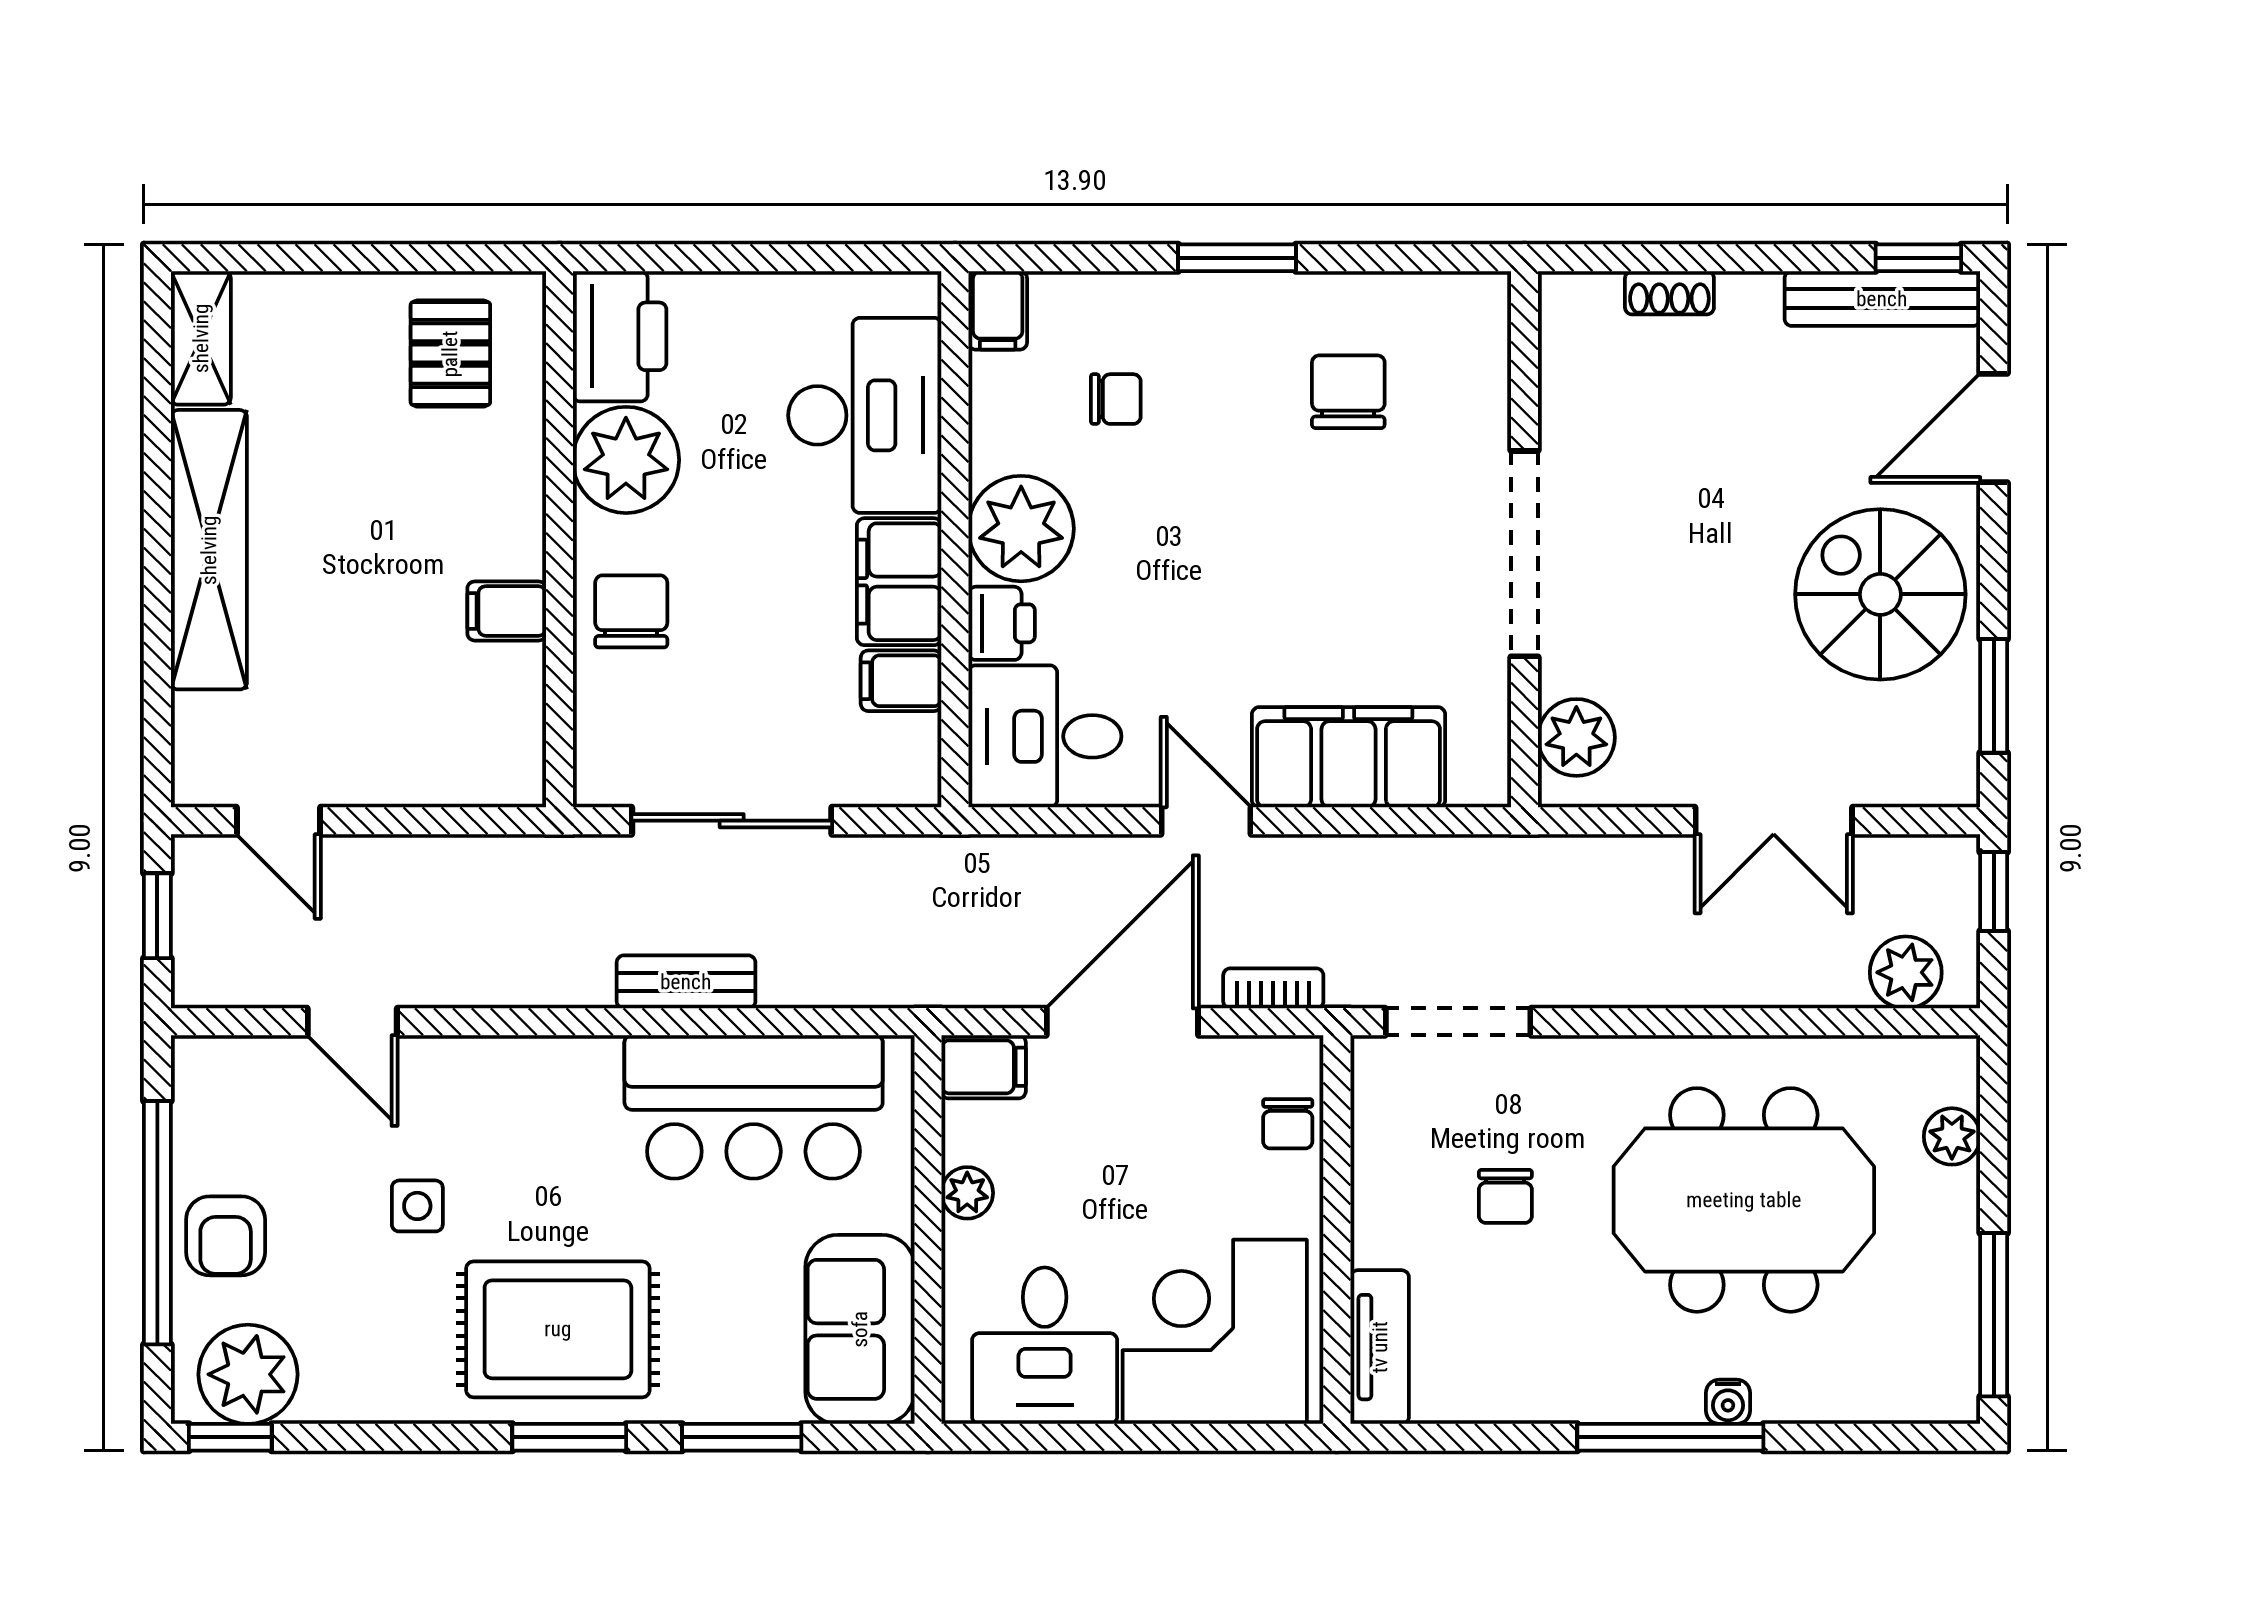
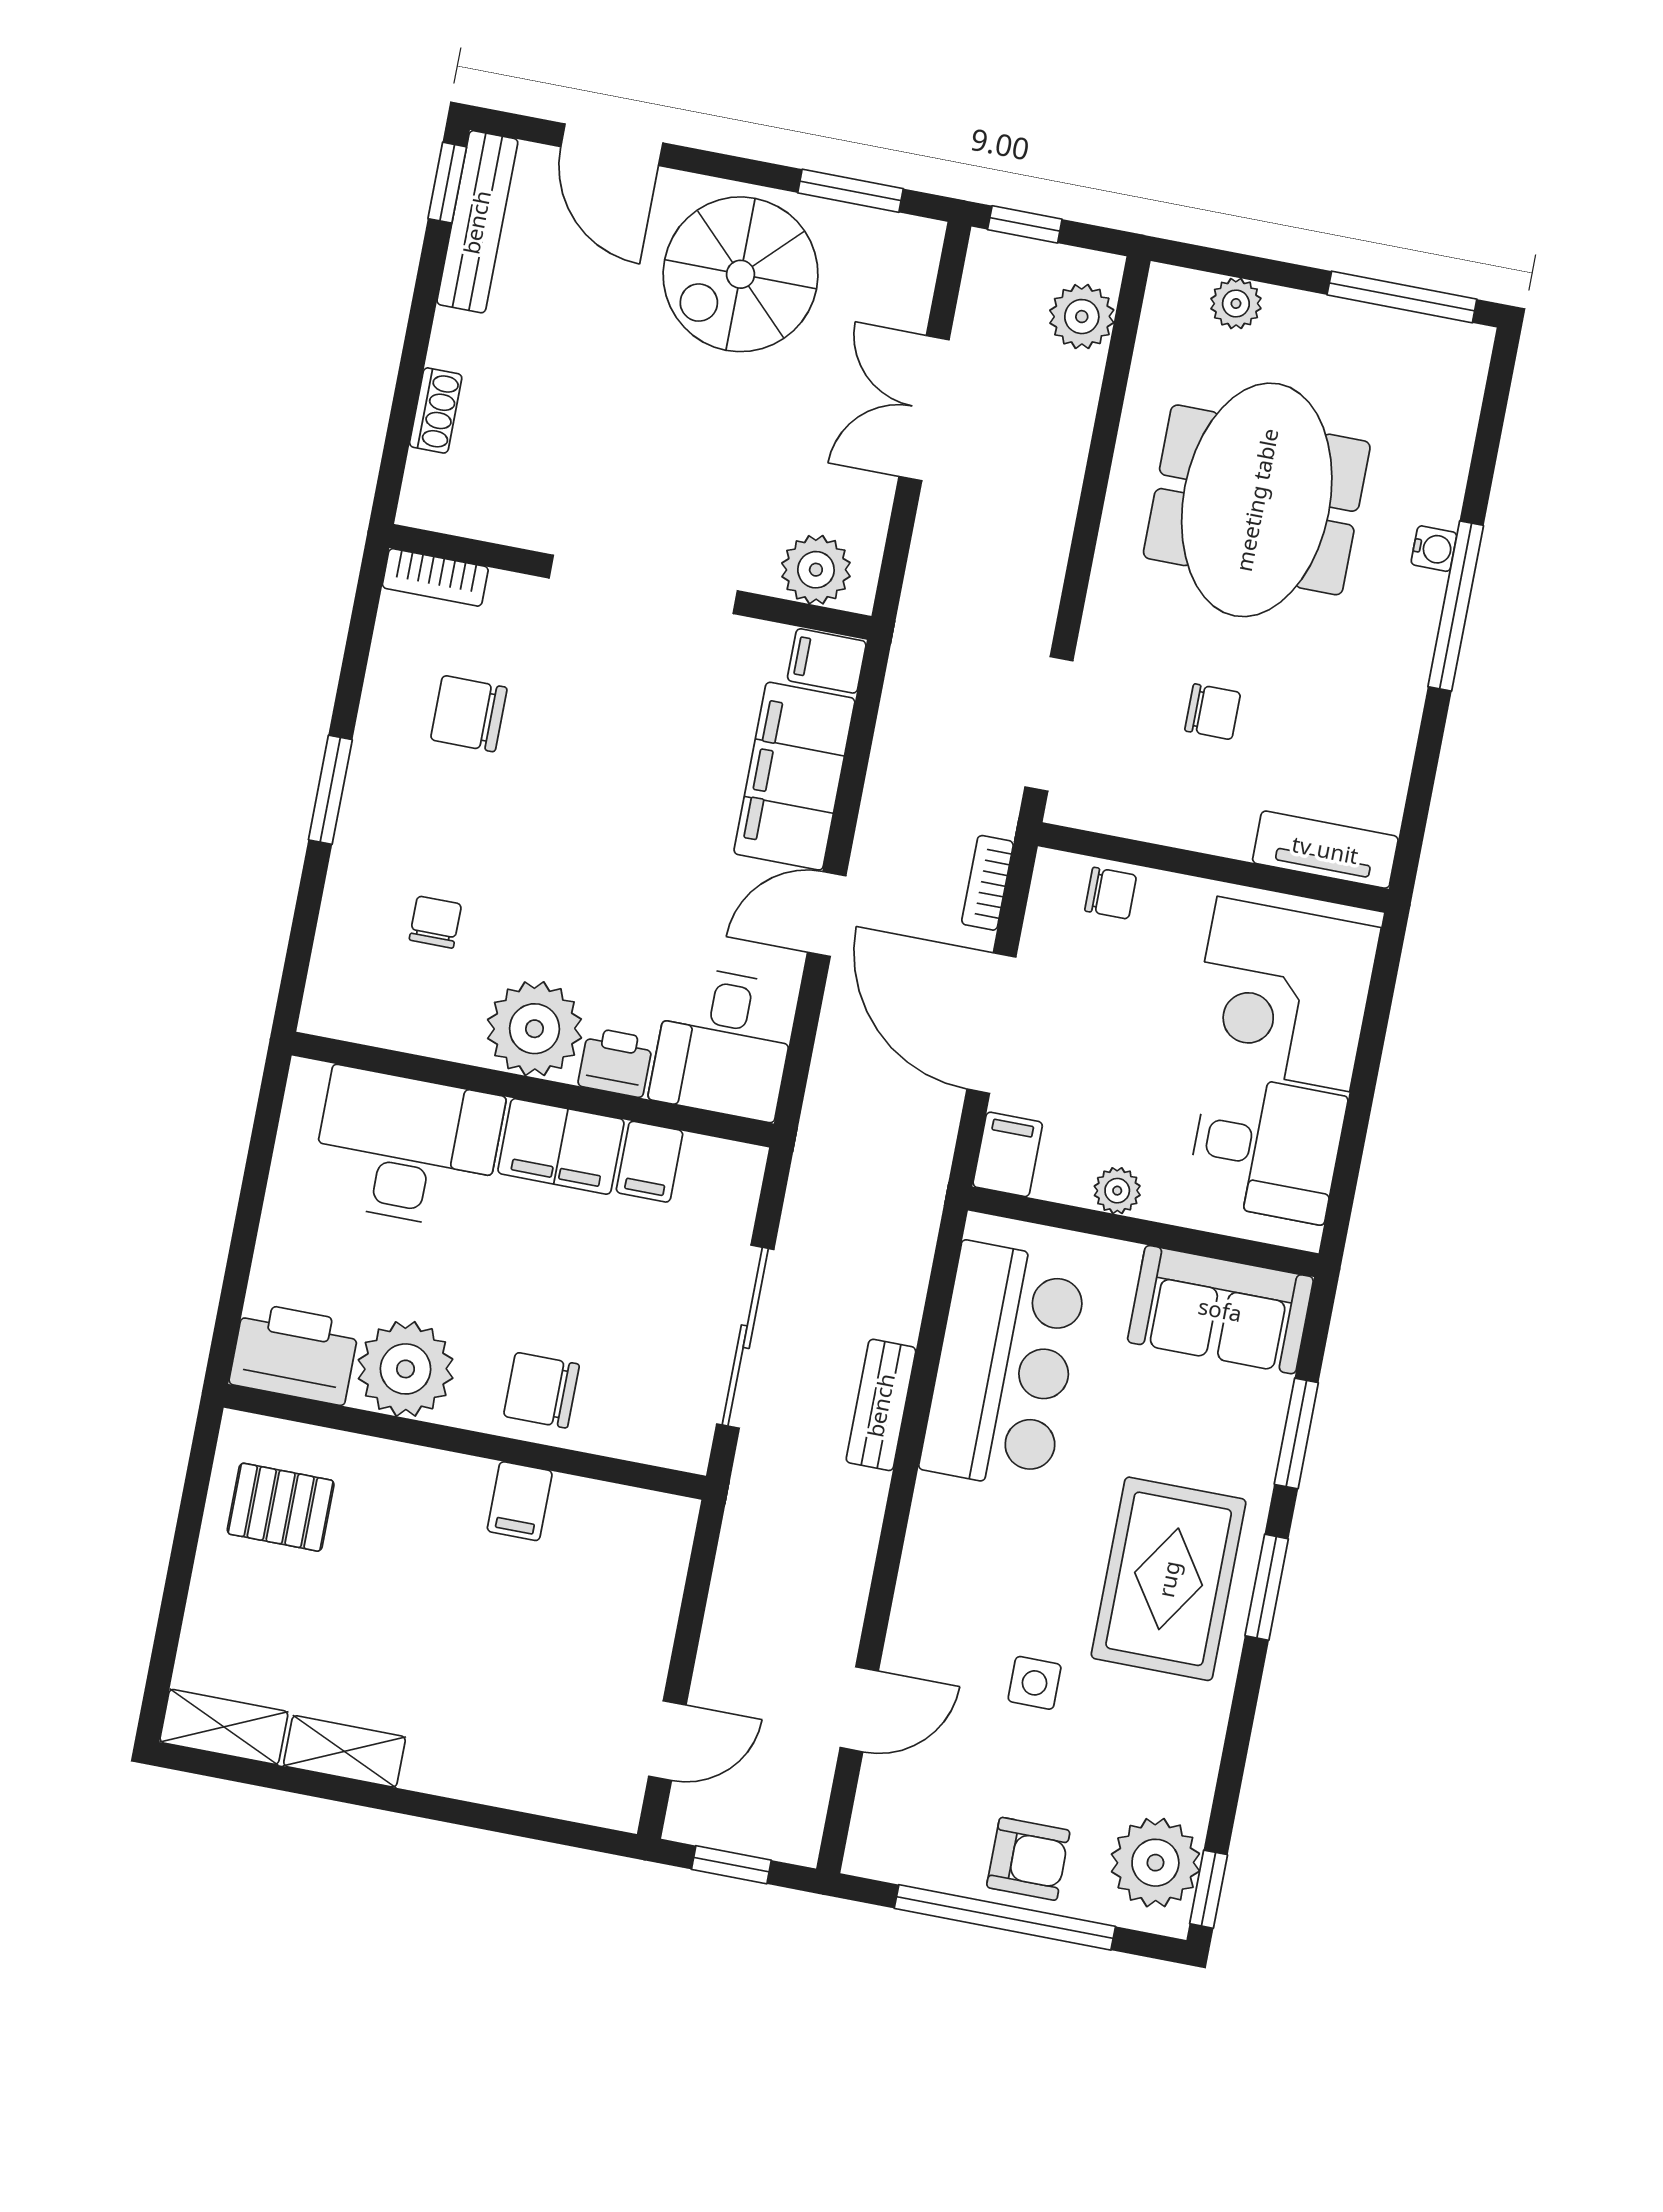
filing cabinet: (998, 310) -> (827, 661), moved, turned 180
bookcase: (1489, 327) -> (435, 577), added
shelving: (209, 550) -> (344, 1751), width x0.45, depth x0.75
double door: (1774, 821) -> (924, 408), swing flipped

